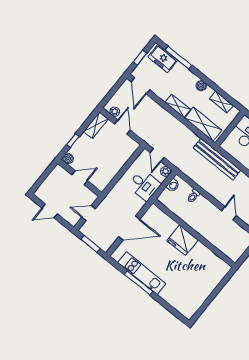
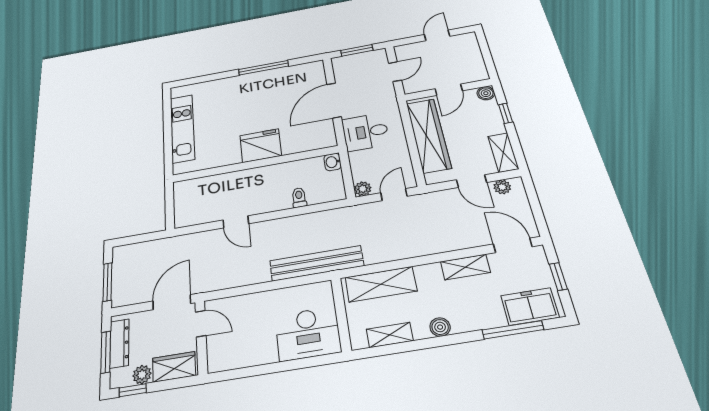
shelving: (178, 106) -> (465, 267), moved
door: (157, 155) -> (394, 195), hinge flipped
wardrobe: (113, 166) -> (429, 135), added
desk: (144, 185) -> (366, 132), moved
washbasin: (173, 185) -> (333, 162), moved
kitchen unit: (142, 273) -> (182, 128), moved, turned -90

